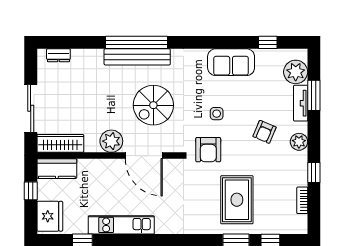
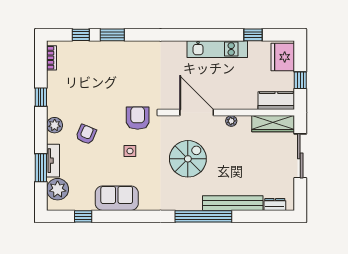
bench: (137, 57) -> (233, 203), moved
plant: (111, 141) -> (231, 121), width x0.53, depth x0.53
rug: (237, 200) -> (111, 72), removed
bookcase: (302, 200) -> (52, 58), moved

